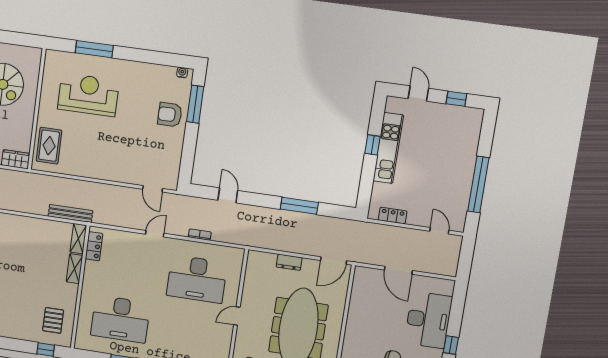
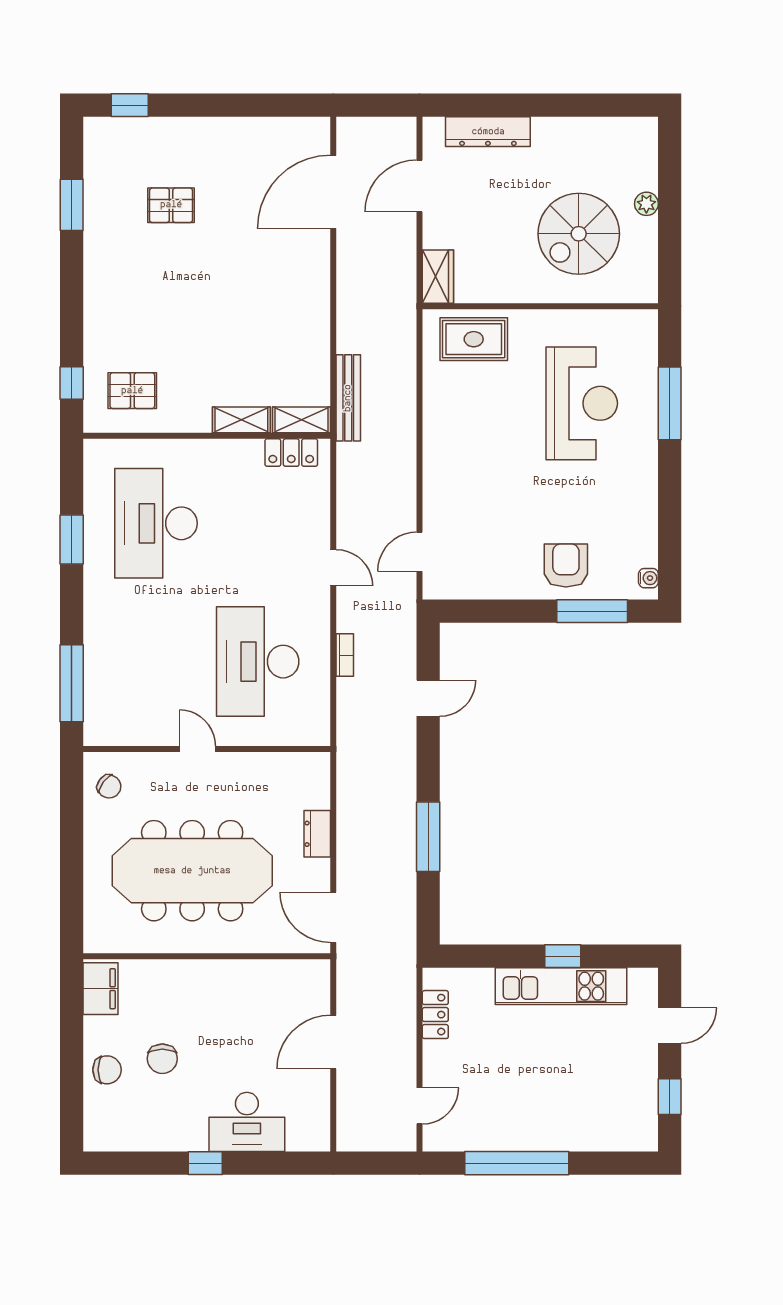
desk: (428, 320) -> (247, 1122), width x0.73, depth x0.77

